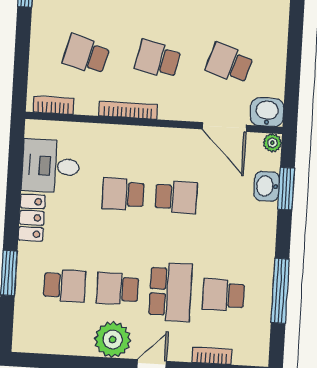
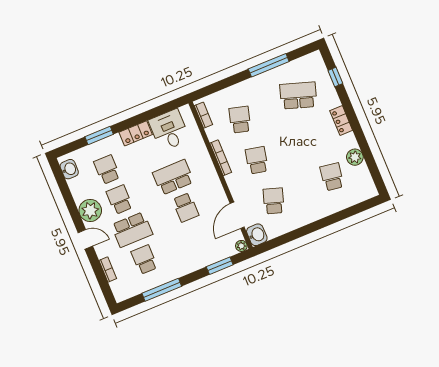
washbasin: (267, 186) -> (69, 169), moved, turned 90
school desk: (123, 194) -> (173, 177), width x1.85
school desk: (65, 286) -> (107, 170), turned 180

